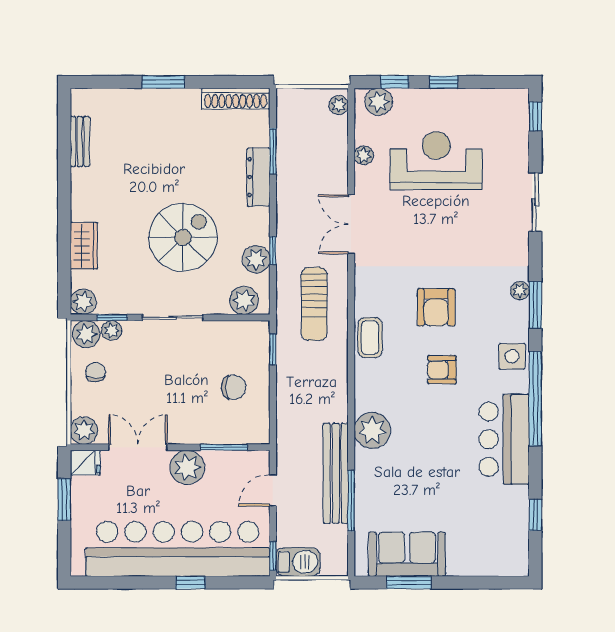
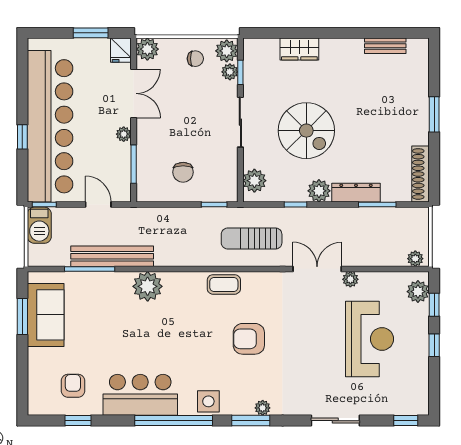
plant: (364, 155) -> (350, 279), moved
plant: (256, 259) -> (319, 191), moved
plant: (83, 302) -> (253, 48), removed
armchair: (442, 370) -> (73, 386), moved
plant: (187, 467) -> (124, 134), width x0.53, depth x0.53

